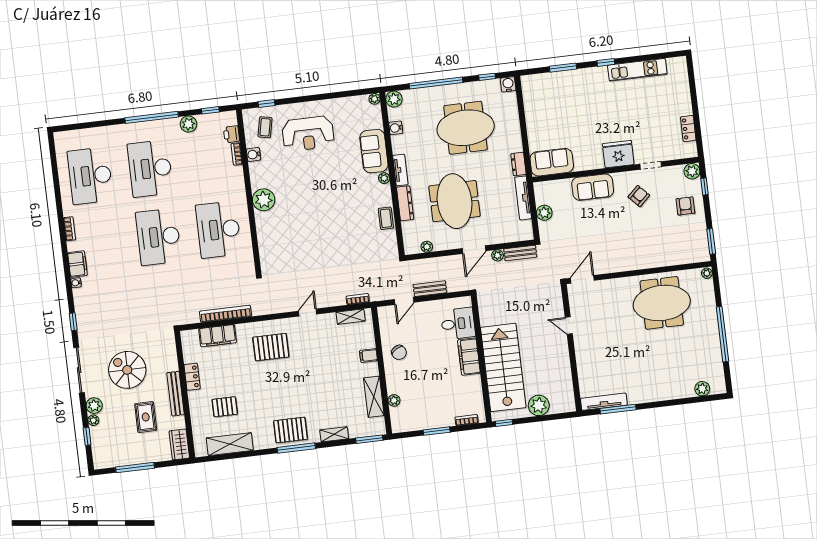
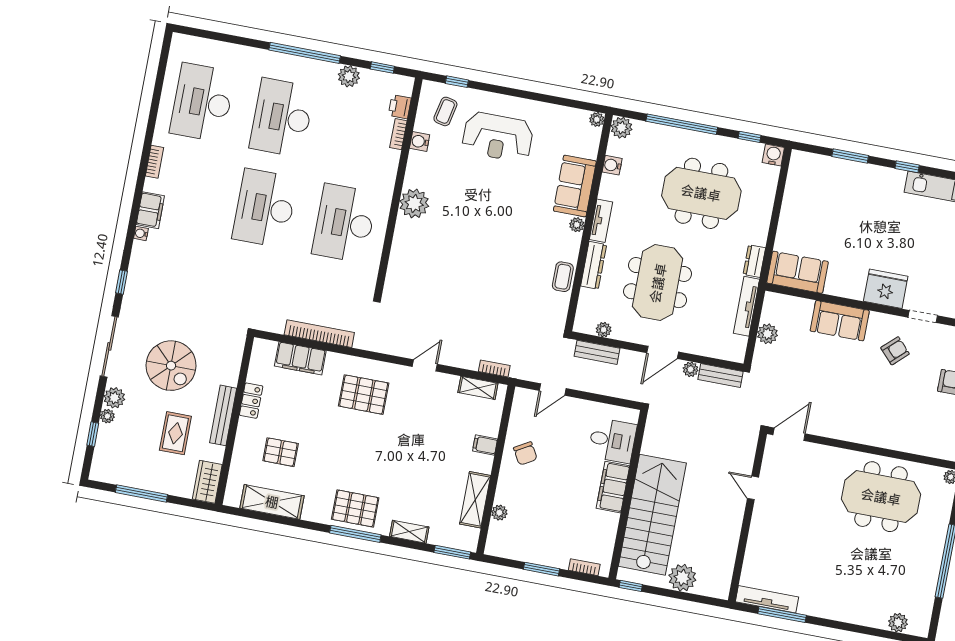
bench: (430, 289) -> (597, 352), moved
spiral stairs: (127, 370) -> (171, 366), turned 180

